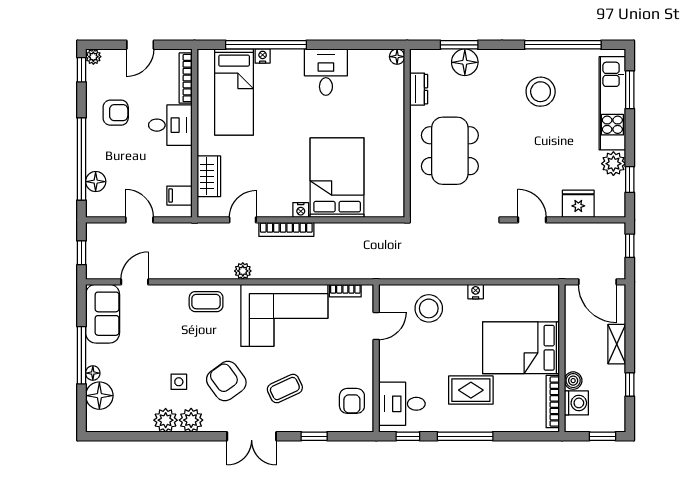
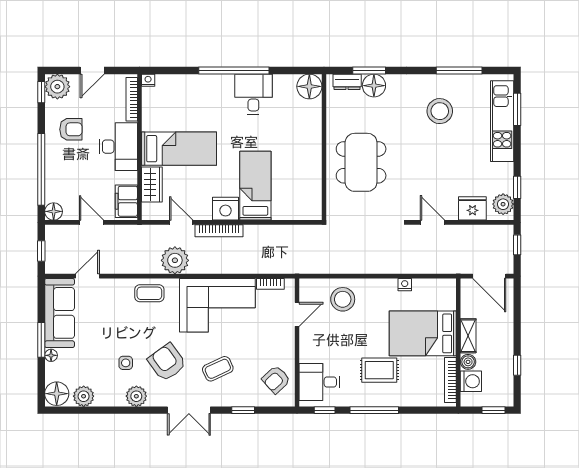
window: (266, 45) -> (234, 70), moved
window: (563, 45) -> (459, 70), width x0.68
nightstand: (263, 56) -> (148, 80), moved
plant: (93, 57) -> (57, 87), width x1.88, depth x1.88
floor lamp: (397, 57) -> (309, 86), width x1.89, depth x1.89
dresser: (419, 89) -> (347, 82), moved, turned 90
bed: (234, 92) -> (179, 149), moved, turned -90
desk: (170, 125) -> (118, 147), width x1.37
plant: (613, 164) -> (503, 204), moved
bed: (337, 178) -> (255, 186), width x0.67
floor lamp: (96, 182) -> (54, 211), moved
filing cabinet: (179, 196) -> (126, 201), width x2.00
nightstand: (301, 210) -> (225, 209), width x1.89, depth x1.79
door: (243, 220) -> (181, 222), hinge flipped
plant: (243, 271) -> (175, 260), width x1.88, depth x1.88
nightstand: (476, 292) -> (405, 285), moved
sofa: (103, 314) -> (60, 313), width x1.36
shelving: (617, 344) -> (468, 336), moved
window: (81, 355) -> (41, 340), width x0.69
floor lamp: (99, 396) -> (57, 394), moved
armchair: (352, 401) -> (276, 380), turned 47
plant: (166, 420) -> (84, 396), moved

